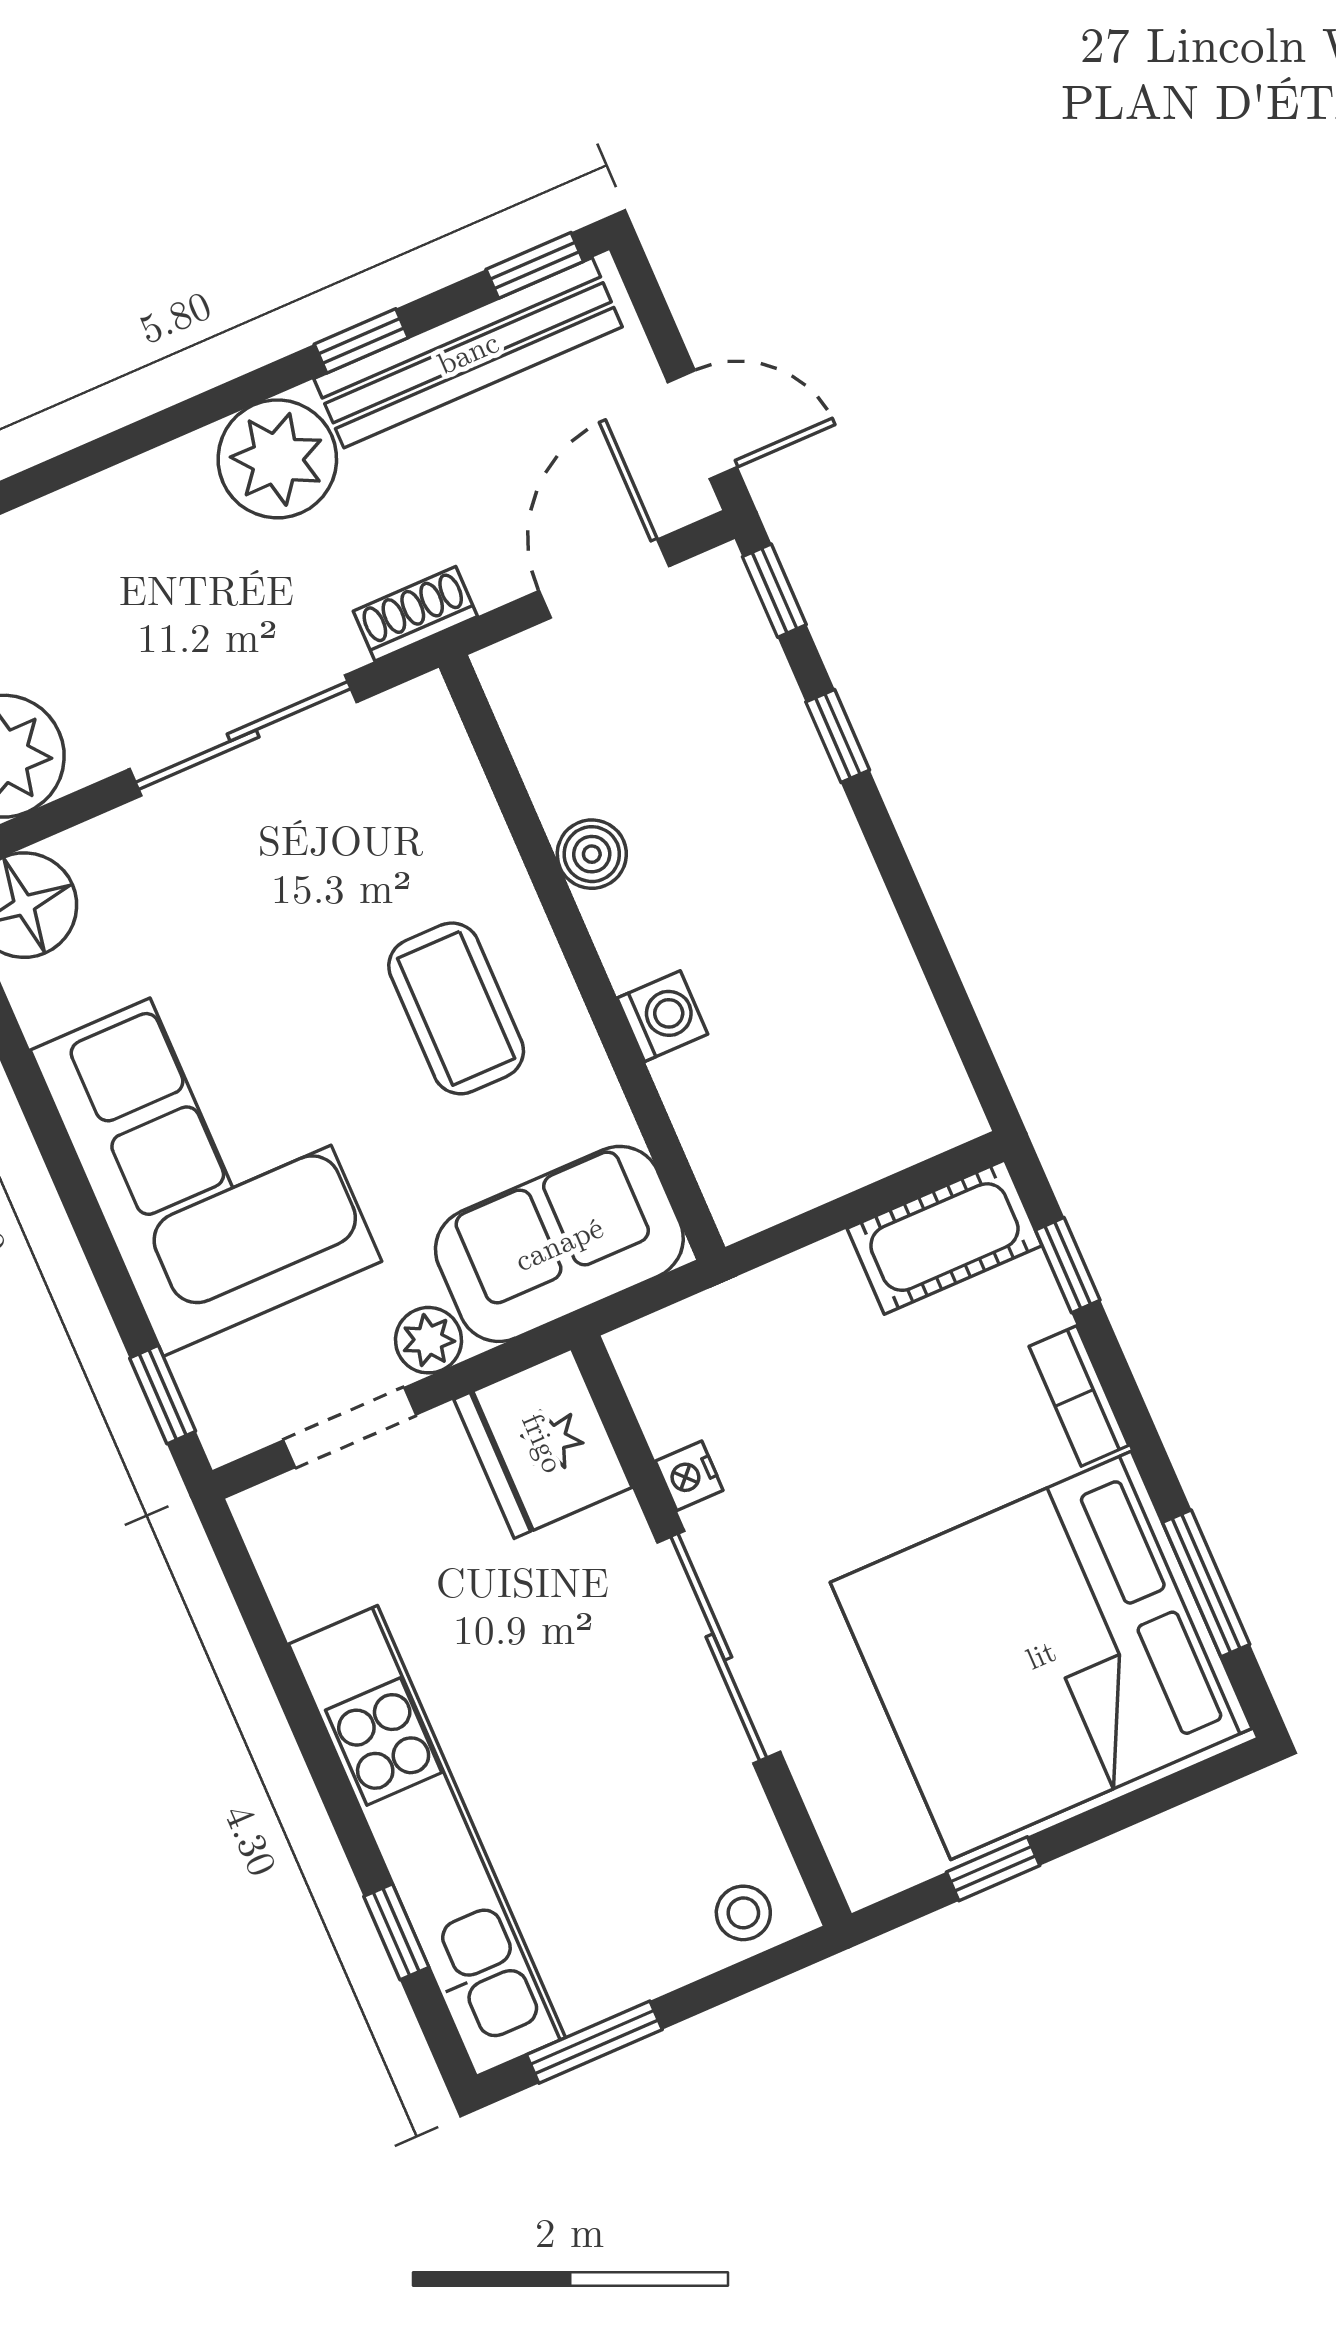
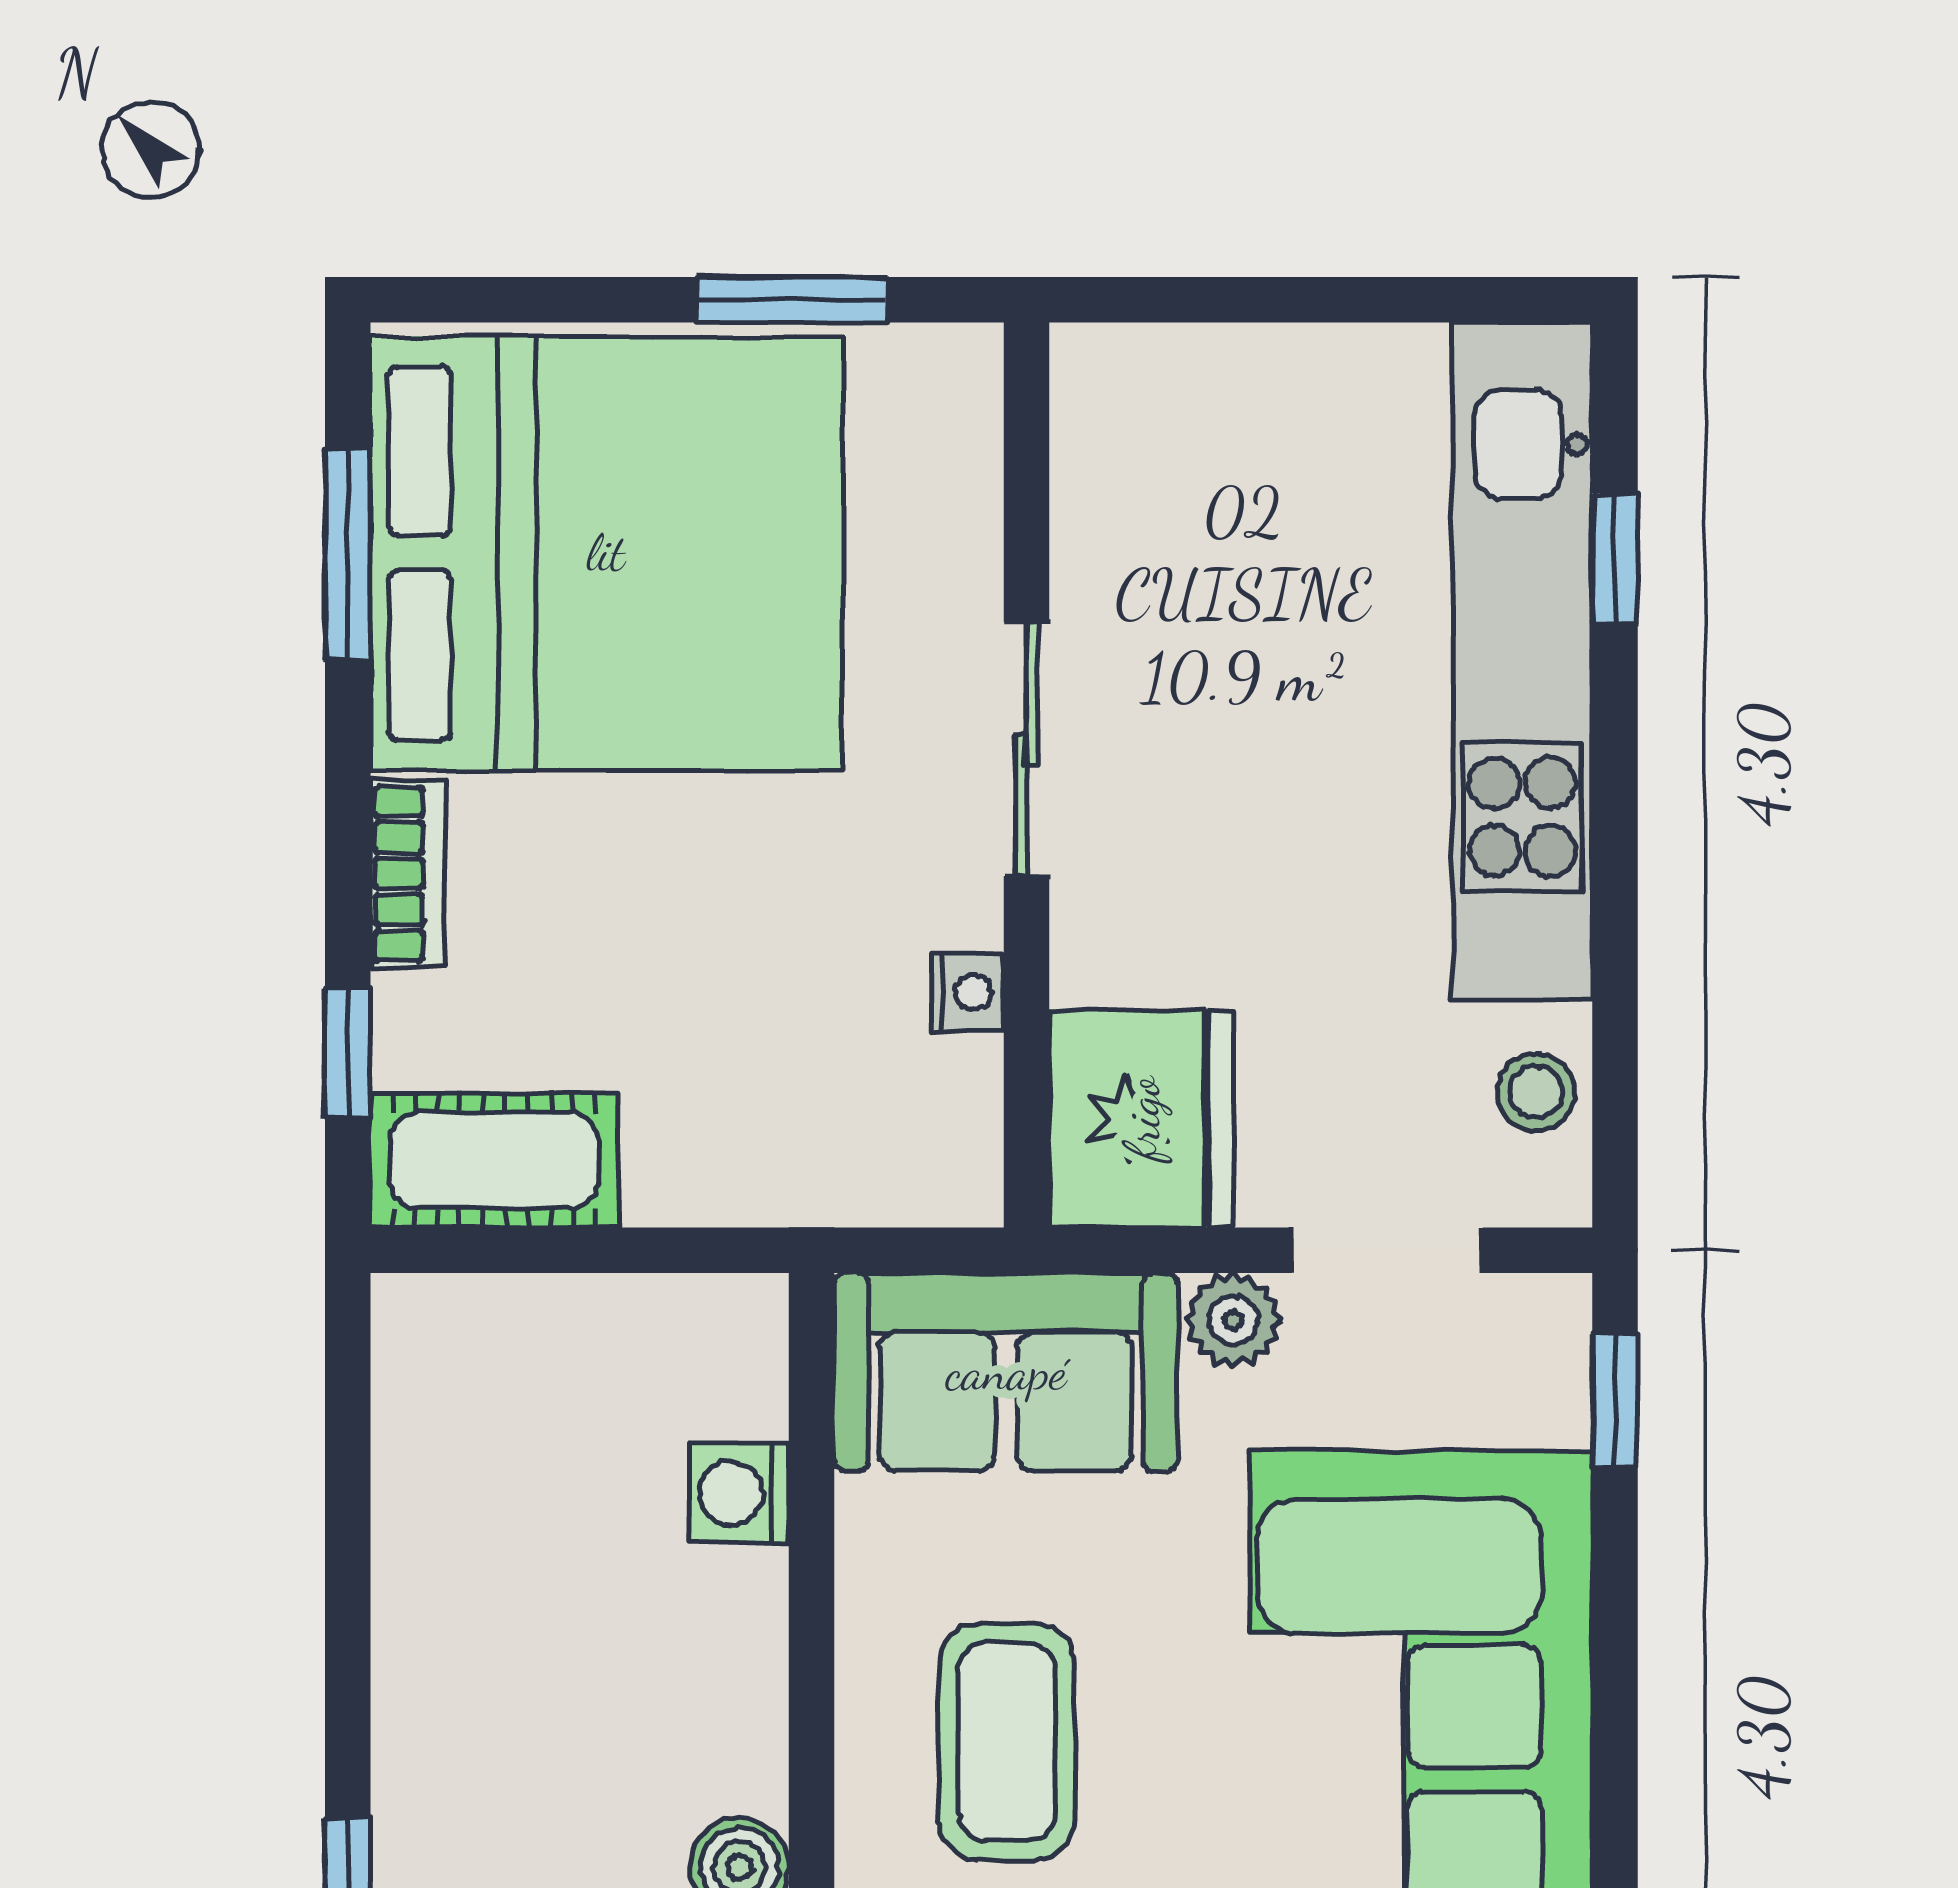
washing machine: (662, 1016) -> (739, 1493), moved
sliding door: (719, 1647) -> (1027, 749), width x0.73
window: (993, 1869) -> (792, 300), width x1.50
stool: (743, 1913) -> (1536, 1092), moved
window: (594, 2042) -> (1417, 300), removed

